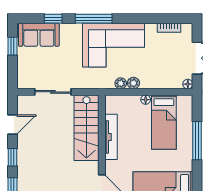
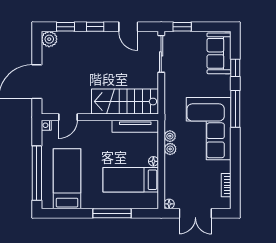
window: (13, 46) -> (182, 27), moved
sliding door: (53, 92) -> (161, 54), moved
tv unit: (111, 137) -> (135, 126), moved

